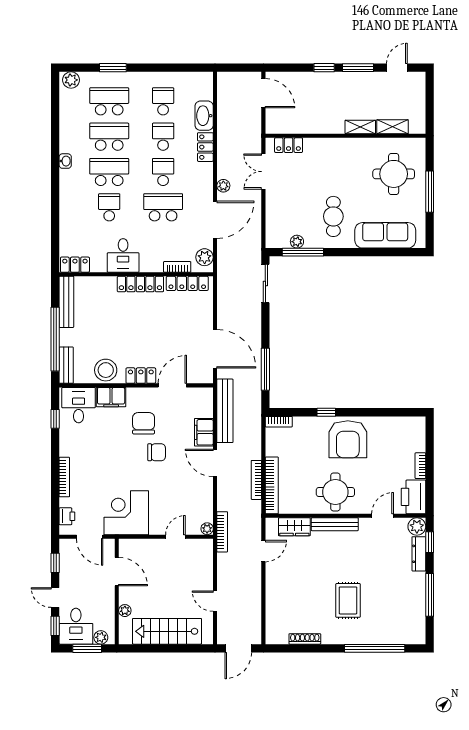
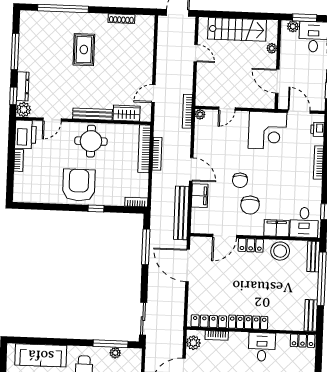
bench: (66, 302) -> (311, 315), width x0.73
chair: (157, 452) -> (240, 180), turned -90

